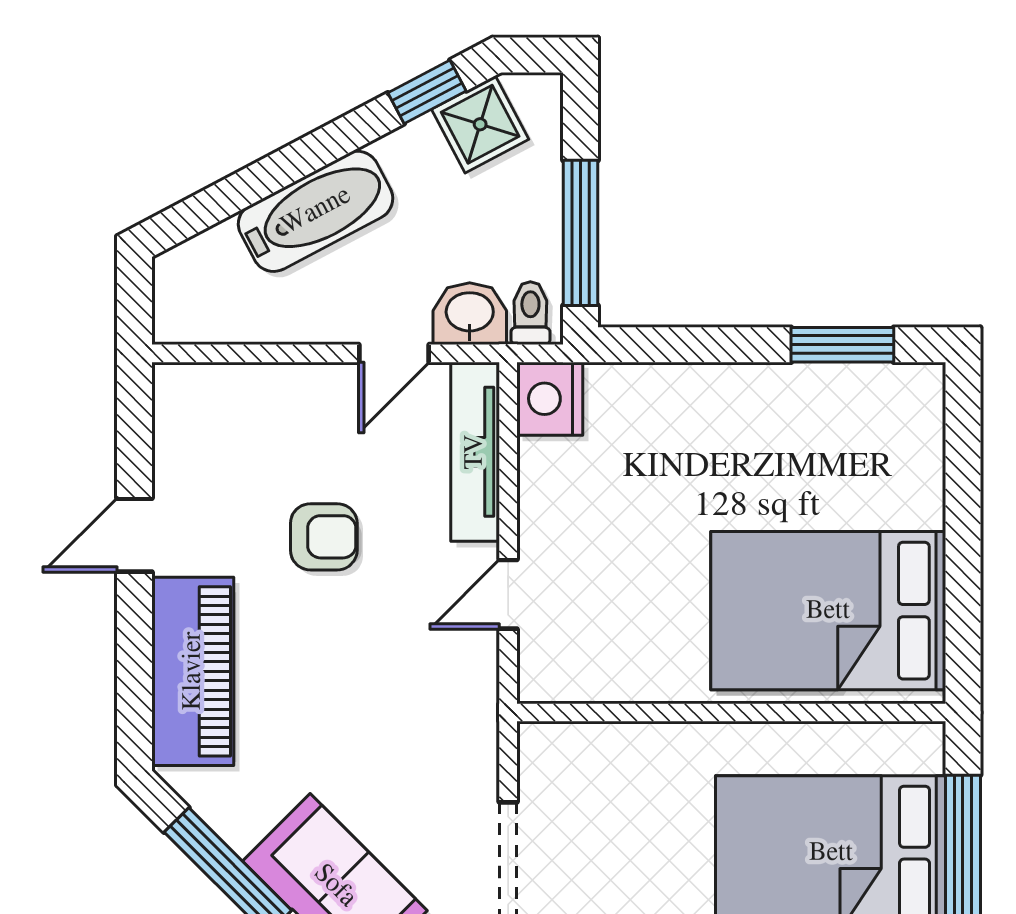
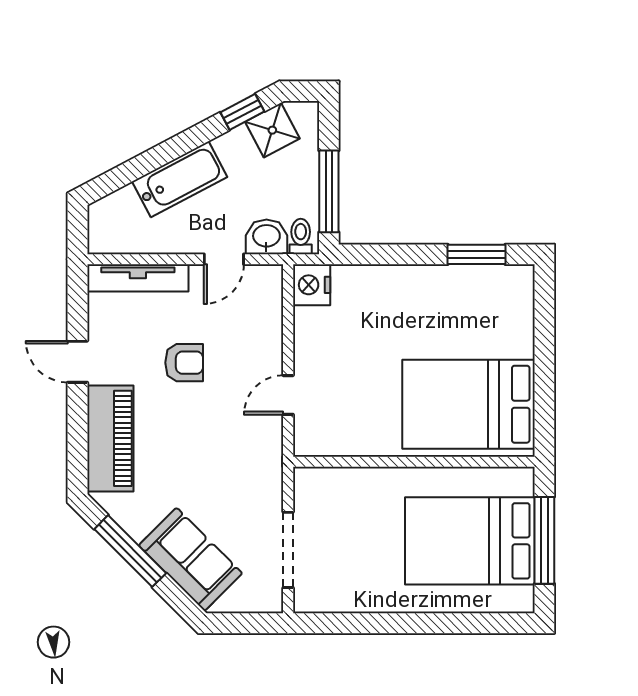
tv unit: (475, 452) -> (138, 278), moved, turned -90
door: (134, 535) -> (78, 362), hinge flipped

